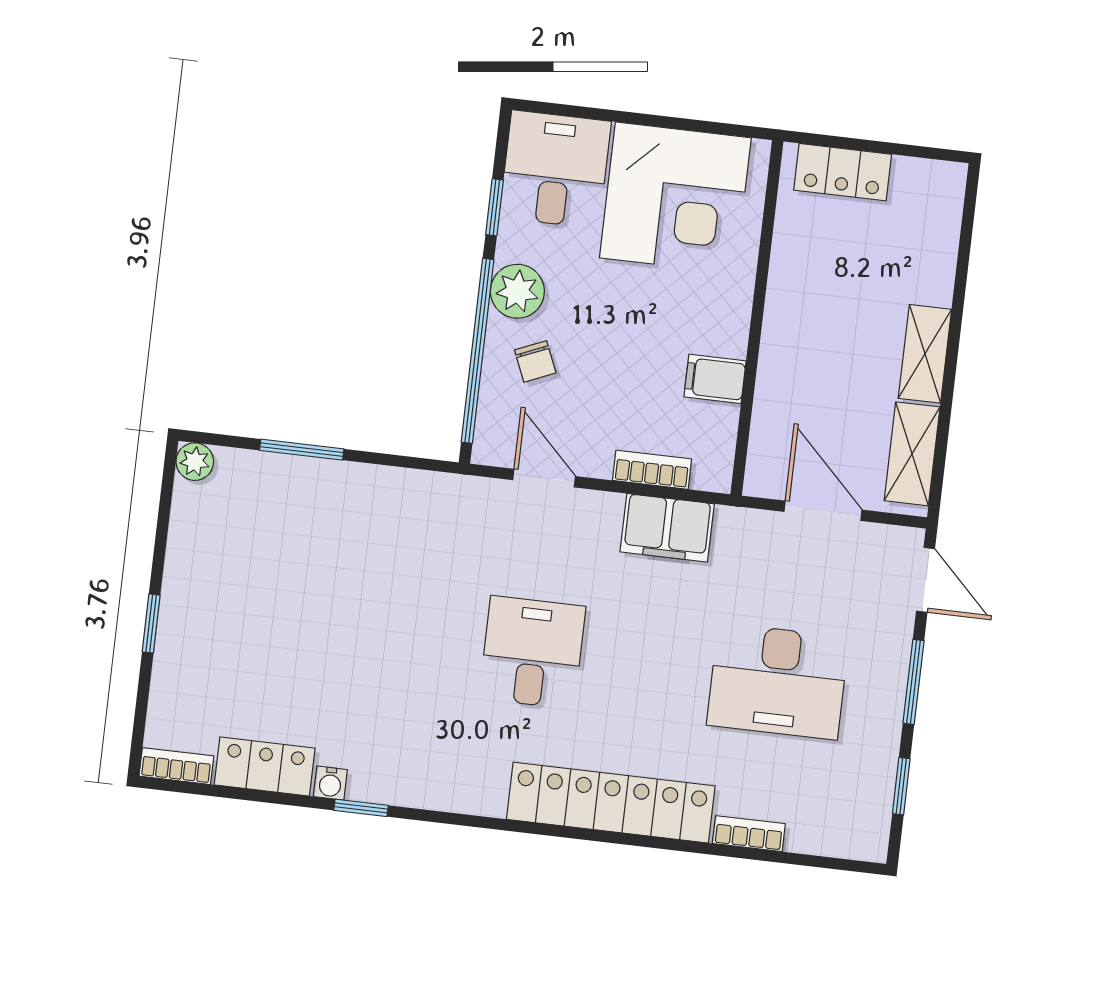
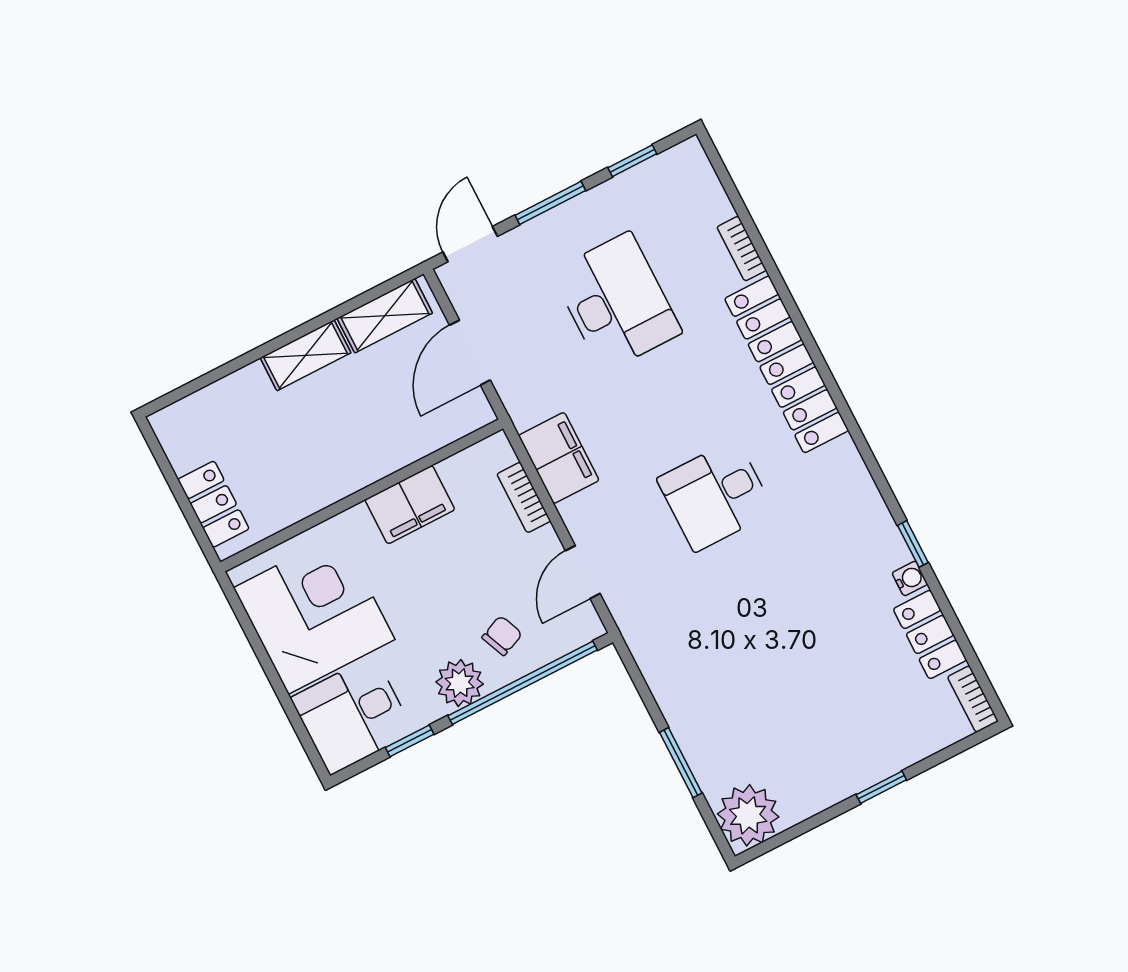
filing cabinet: (715, 379) -> (410, 505), width x2.00
plant: (195, 462) -> (748, 815), width x1.87, depth x1.87

